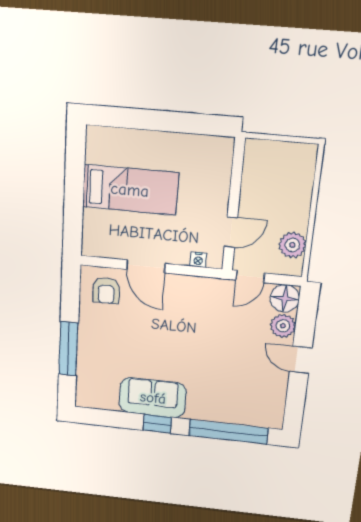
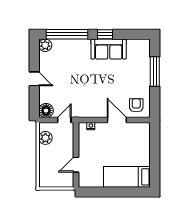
bed: (130, 190) -> (127, 177), moved
door: (231, 232) -> (76, 165), moved
plant: (283, 326) -> (45, 45), moved

